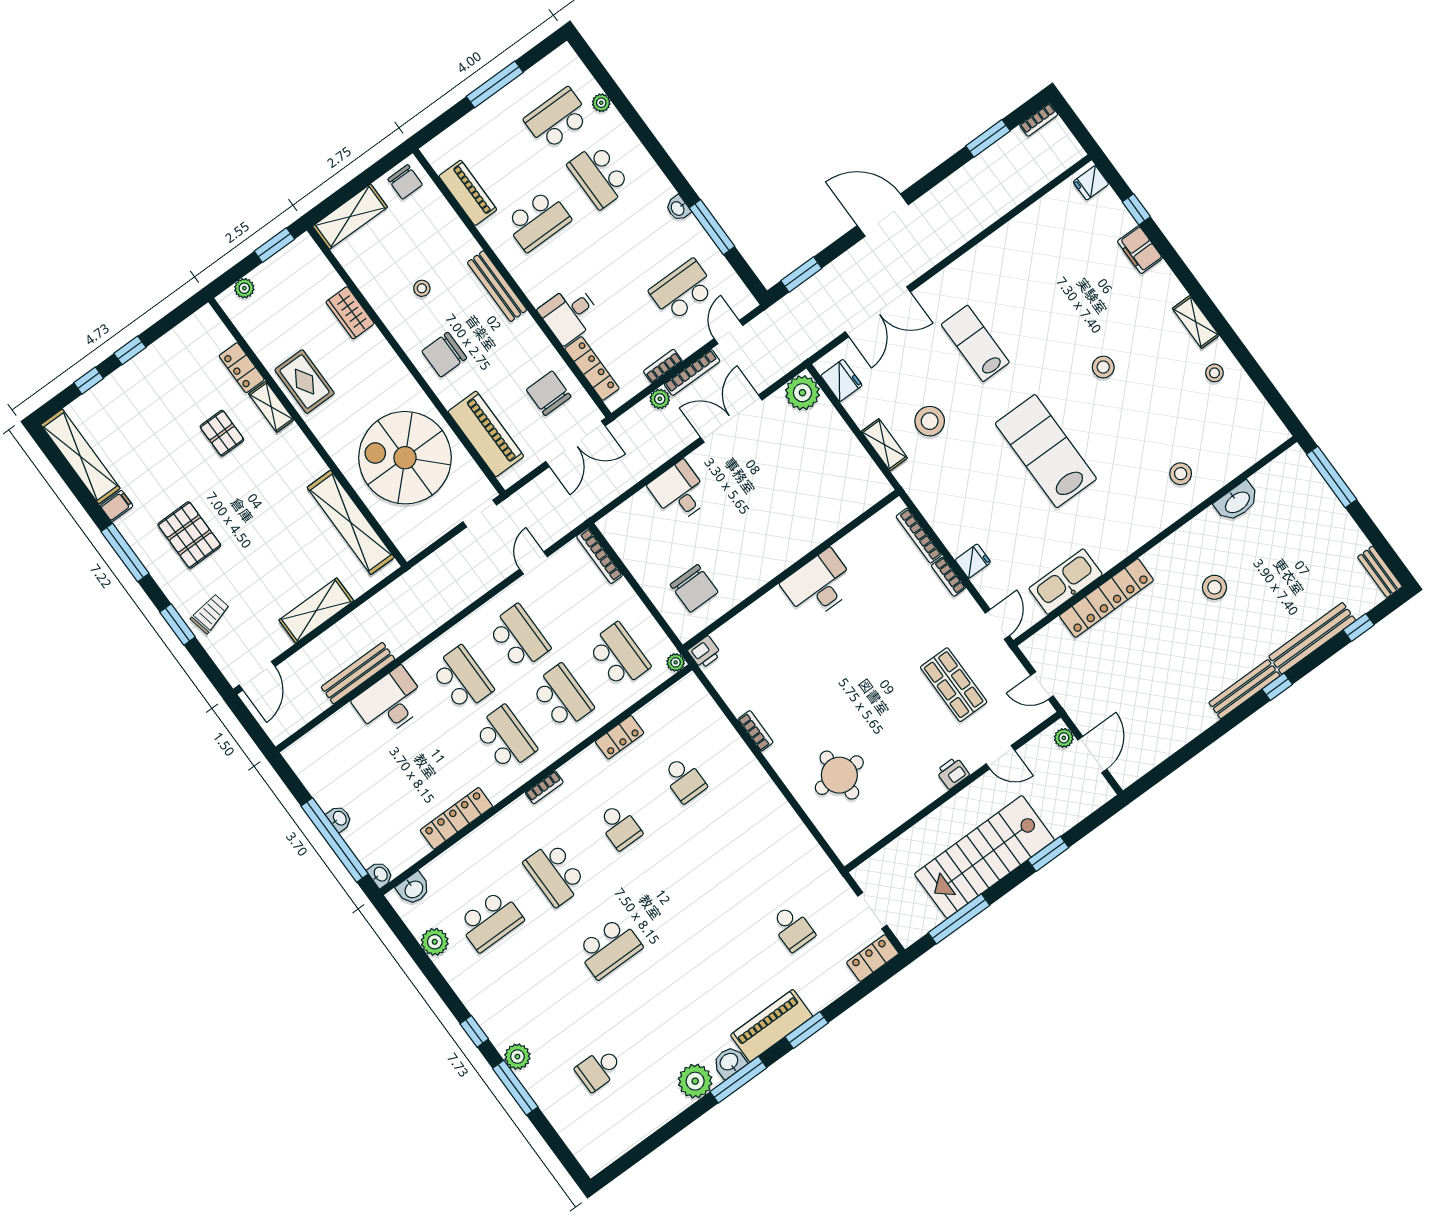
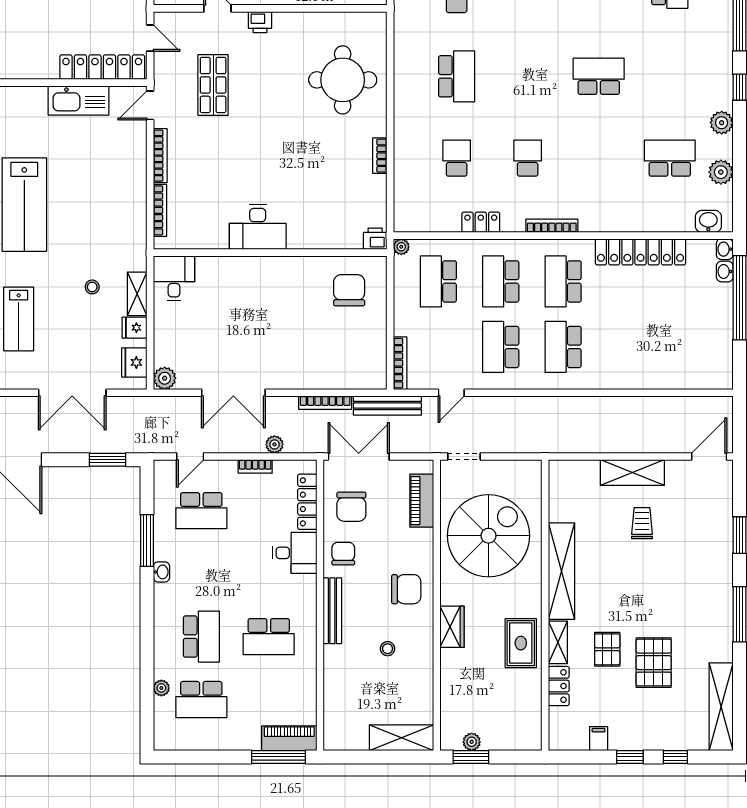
window: (495, 84) -> (279, 757), moved
chair: (405, 182) -> (343, 554), moved
piano: (468, 193) -> (289, 738), moved, turned 90
school desk: (538, 221) -> (269, 637), turned 180
plant: (244, 288) -> (472, 742), moved
double door: (878, 312) -> (72, 393), swing flipped
wardrobe: (350, 313) -> (452, 627), moved
bookcase: (692, 372) -> (325, 403), moved, turned 180
plant: (802, 393) -> (165, 378), width x0.73, depth x0.73
stool: (930, 421) -> (92, 287), width x0.53, depth x0.53
piano: (486, 434) -> (422, 501), width x0.73, depth x0.75
spiral stairs: (405, 458) -> (488, 536), turned -90
desk: (679, 492) -> (174, 278), moved, turned 180
filing cabinet: (117, 506) -> (599, 739), moved, turned 90
shelving: (351, 522) -> (561, 571), moved
pallet: (189, 535) -> (654, 663), moved
fridge: (973, 561) -> (134, 328), moved
bookcase: (948, 577) -> (160, 156), width x1.56
locker: (1106, 598) -> (102, 67), moved
trolley: (210, 614) -> (642, 523), moved, turned 102
bench: (358, 673) -> (387, 405), moved
desk: (390, 703) -> (627, 367), removed
round table: (839, 775) -> (343, 80), width x1.36, depth x1.36
bookcase: (544, 787) -> (552, 226), width x1.56
washbasin: (339, 818) -> (725, 272), moved
locker: (456, 818) -> (641, 252), width x1.41, depth x1.21
school desk: (555, 874) -> (457, 76), moved
plant: (517, 1057) -> (722, 123), moved

